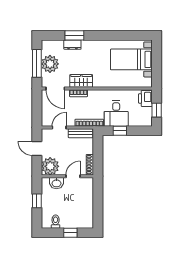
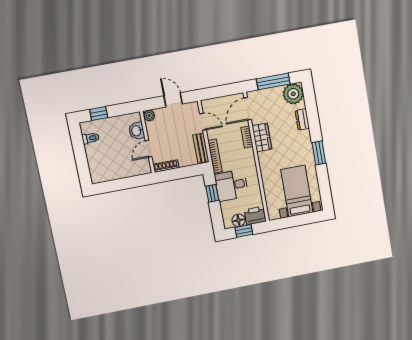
window: (74, 35) -> (319, 153), moved
plant: (50, 64) -> (293, 94), moved
floor lamp: (147, 113) -> (239, 220), added
door: (37, 148) -> (173, 100), hinge flipped
plant: (50, 166) -> (149, 116), width x0.53, depth x0.53
door: (73, 176) -> (149, 149), swing flipped
window: (37, 201) -> (99, 114), moved
window: (70, 233) -> (81, 158), removed

